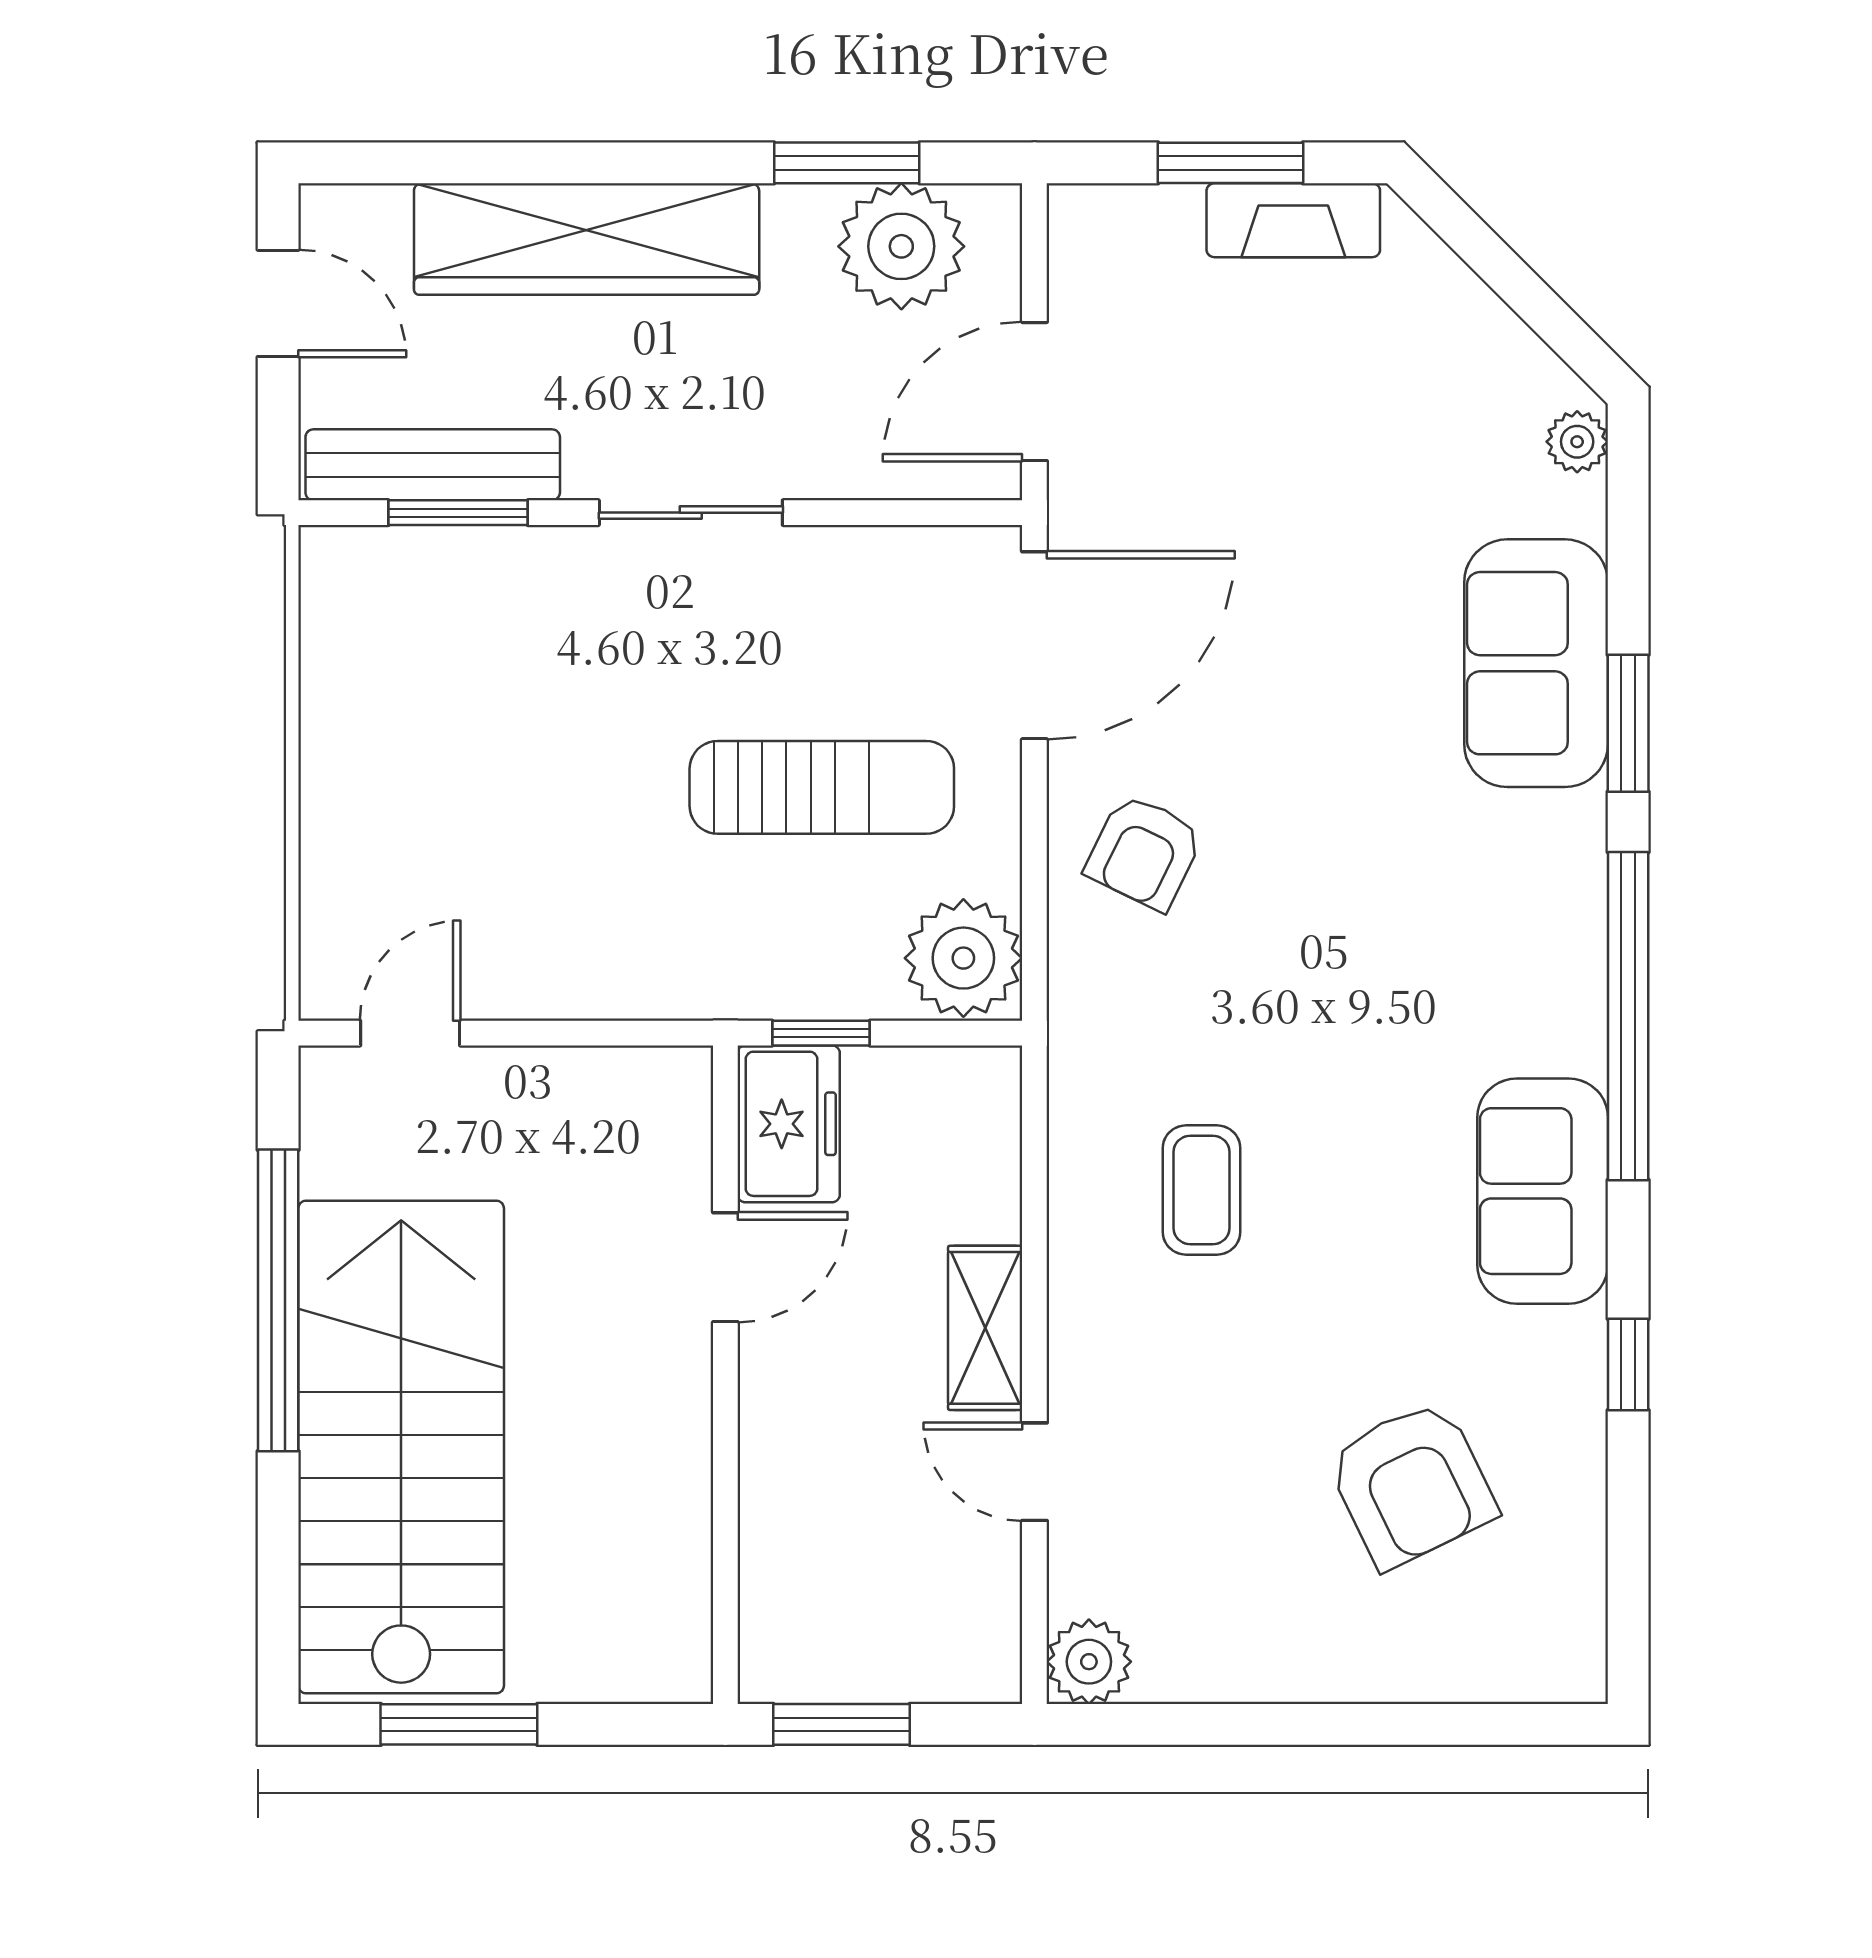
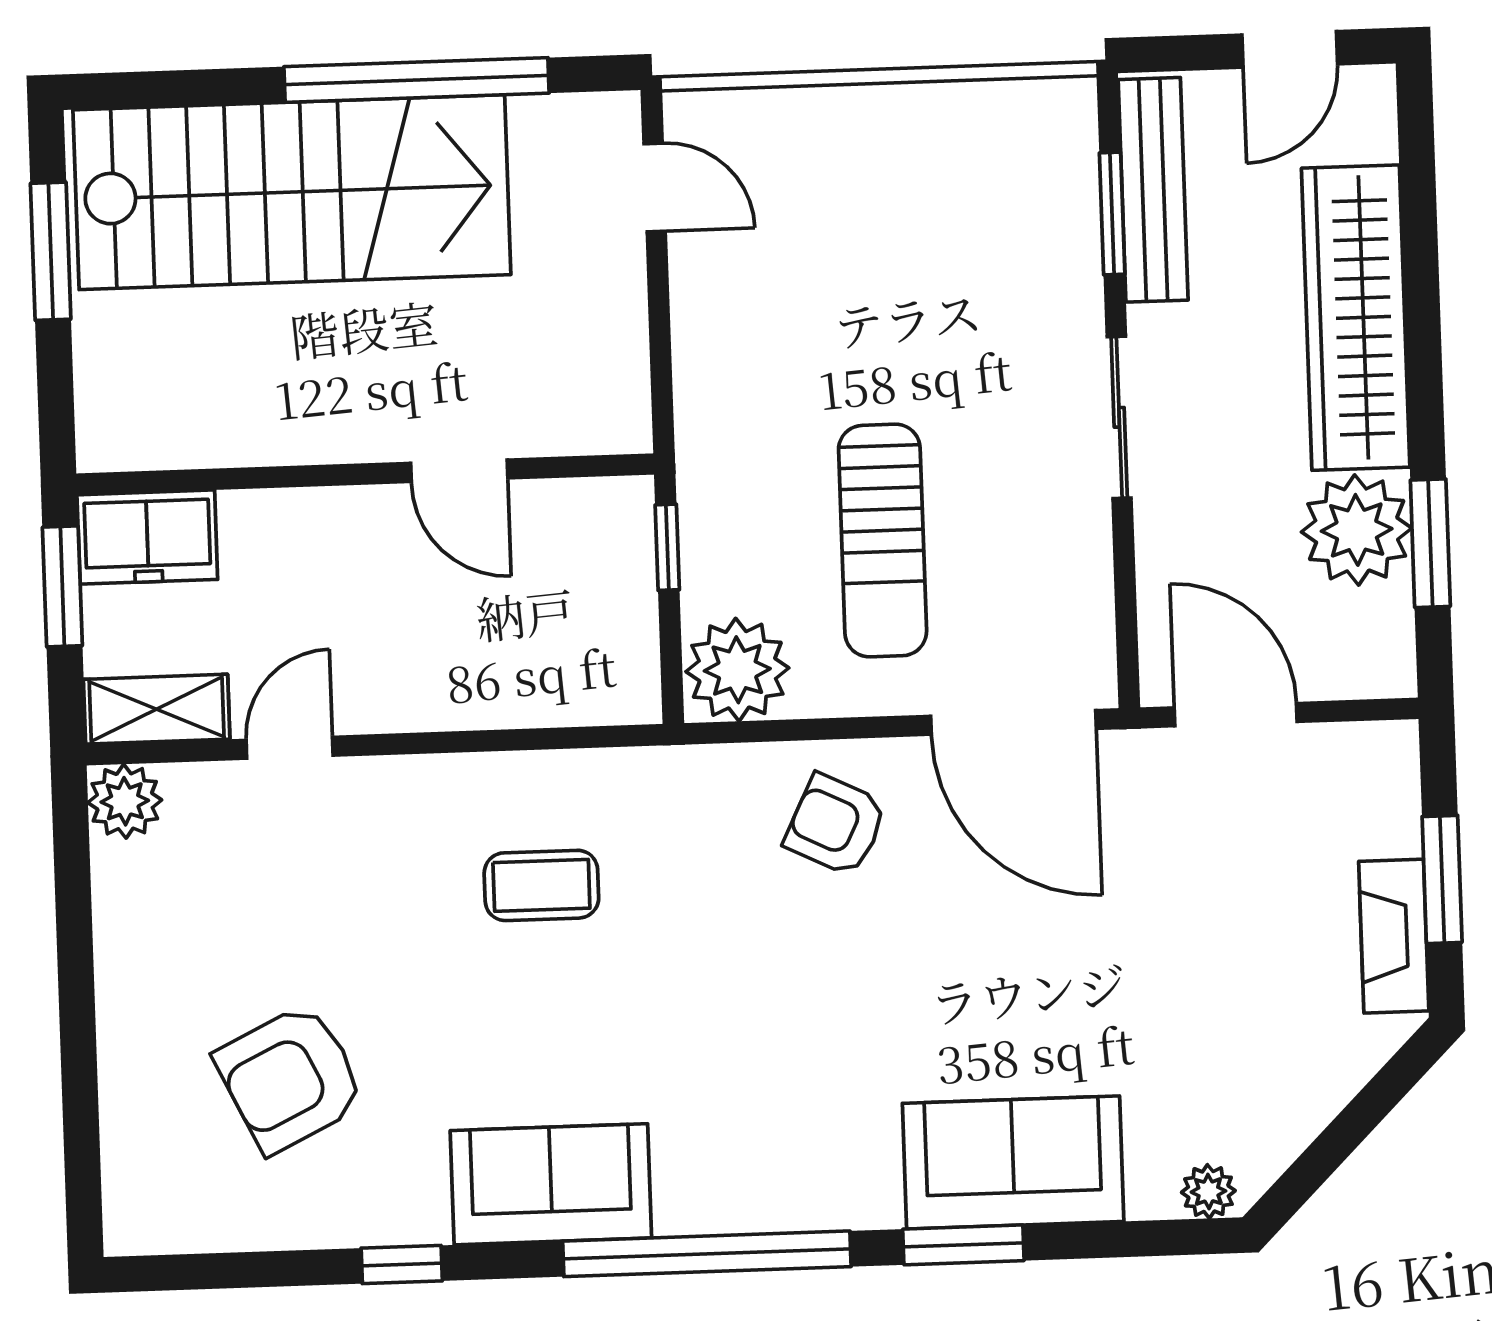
plant: (901, 246) -> (1357, 530), moved
freezer: (789, 1124) -> (147, 537), moved
shelving: (985, 1328) -> (157, 709), moved

